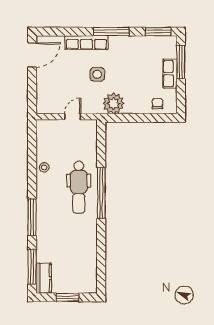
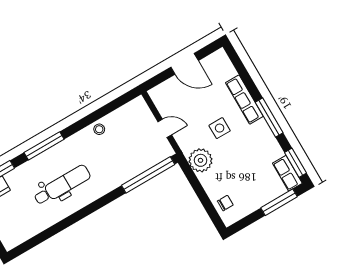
door: (32, 55) -> (185, 64), moved
row of seats: (170, 74) -> (287, 173), moved, turned -90
dental chair: (79, 187) -> (62, 185), moved, turned 180
window: (101, 193) -> (148, 175), moved

